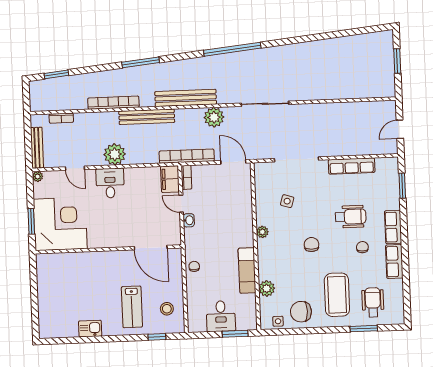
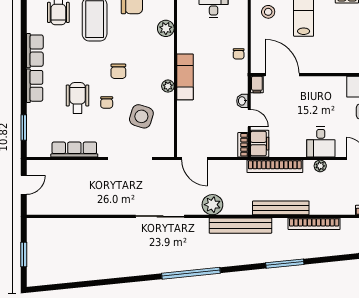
plant: (115, 154) -> (320, 166), width x0.53, depth x0.53
bookcase: (187, 156) -> (275, 166), moved
side table: (287, 201) -> (141, 116), width x1.87, depth x1.87
wheelchair: (351, 217) -> (78, 98), turned 90
filing cabinet: (175, 237) -> (257, 84), added
chair: (362, 247) -> (107, 102), moved
exam couch: (247, 271) -> (185, 77), moved

